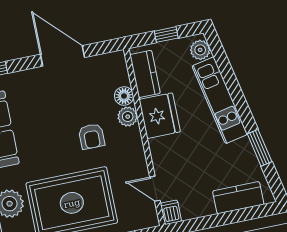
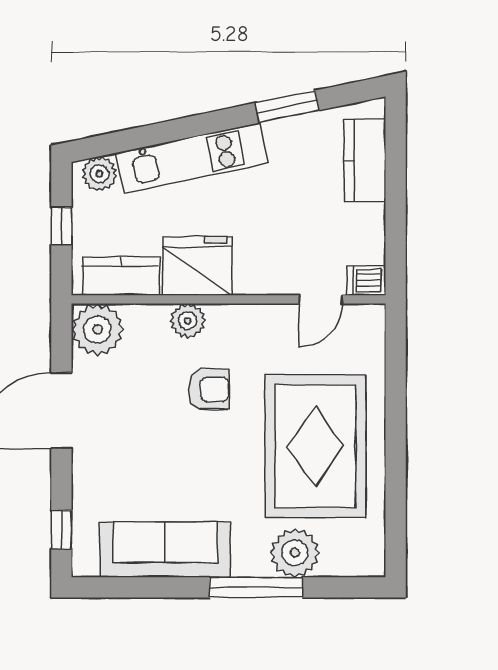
plant: (112, 67) -> (97, 329), added
floor lamp: (124, 96) -> (151, 320), removed

